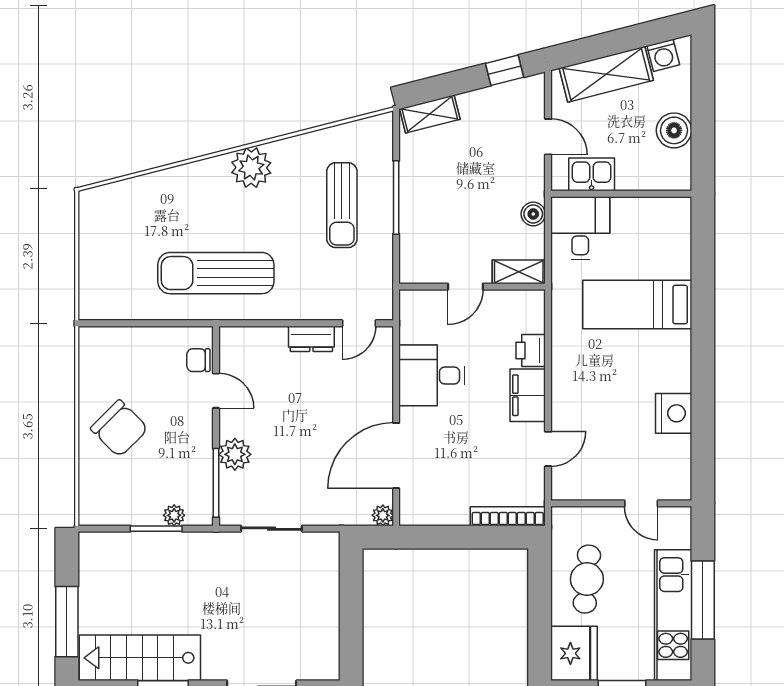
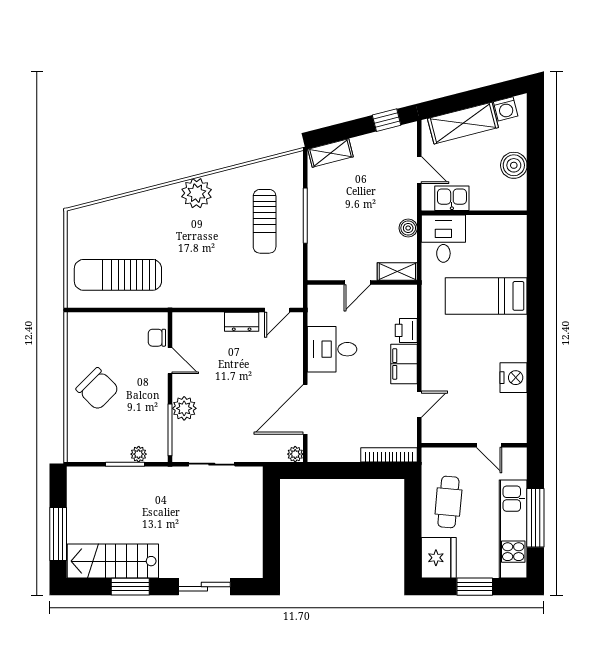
sun lounger: (216, 273) -> (118, 275), moved

